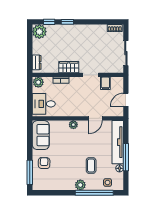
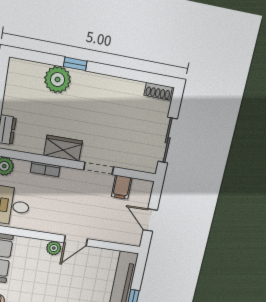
window: (49, 22) -> (41, 57), removed
plant: (39, 32) -> (58, 80), moved
door: (126, 100) -> (150, 220), hinge flipped
door: (95, 118) -> (76, 241), moved

